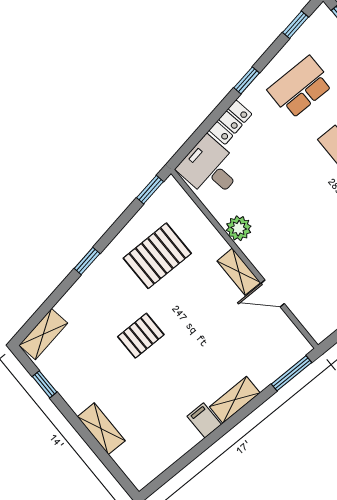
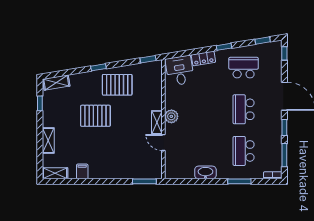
plant: (239, 228) -> (171, 116), moved
pallet: (157, 256) -> (117, 85), moved
pallet: (141, 336) -> (95, 116), width x1.50, depth x1.42
shelving: (235, 400) -> (55, 173), moved
filing cabinet: (204, 420) -> (82, 171), moved

